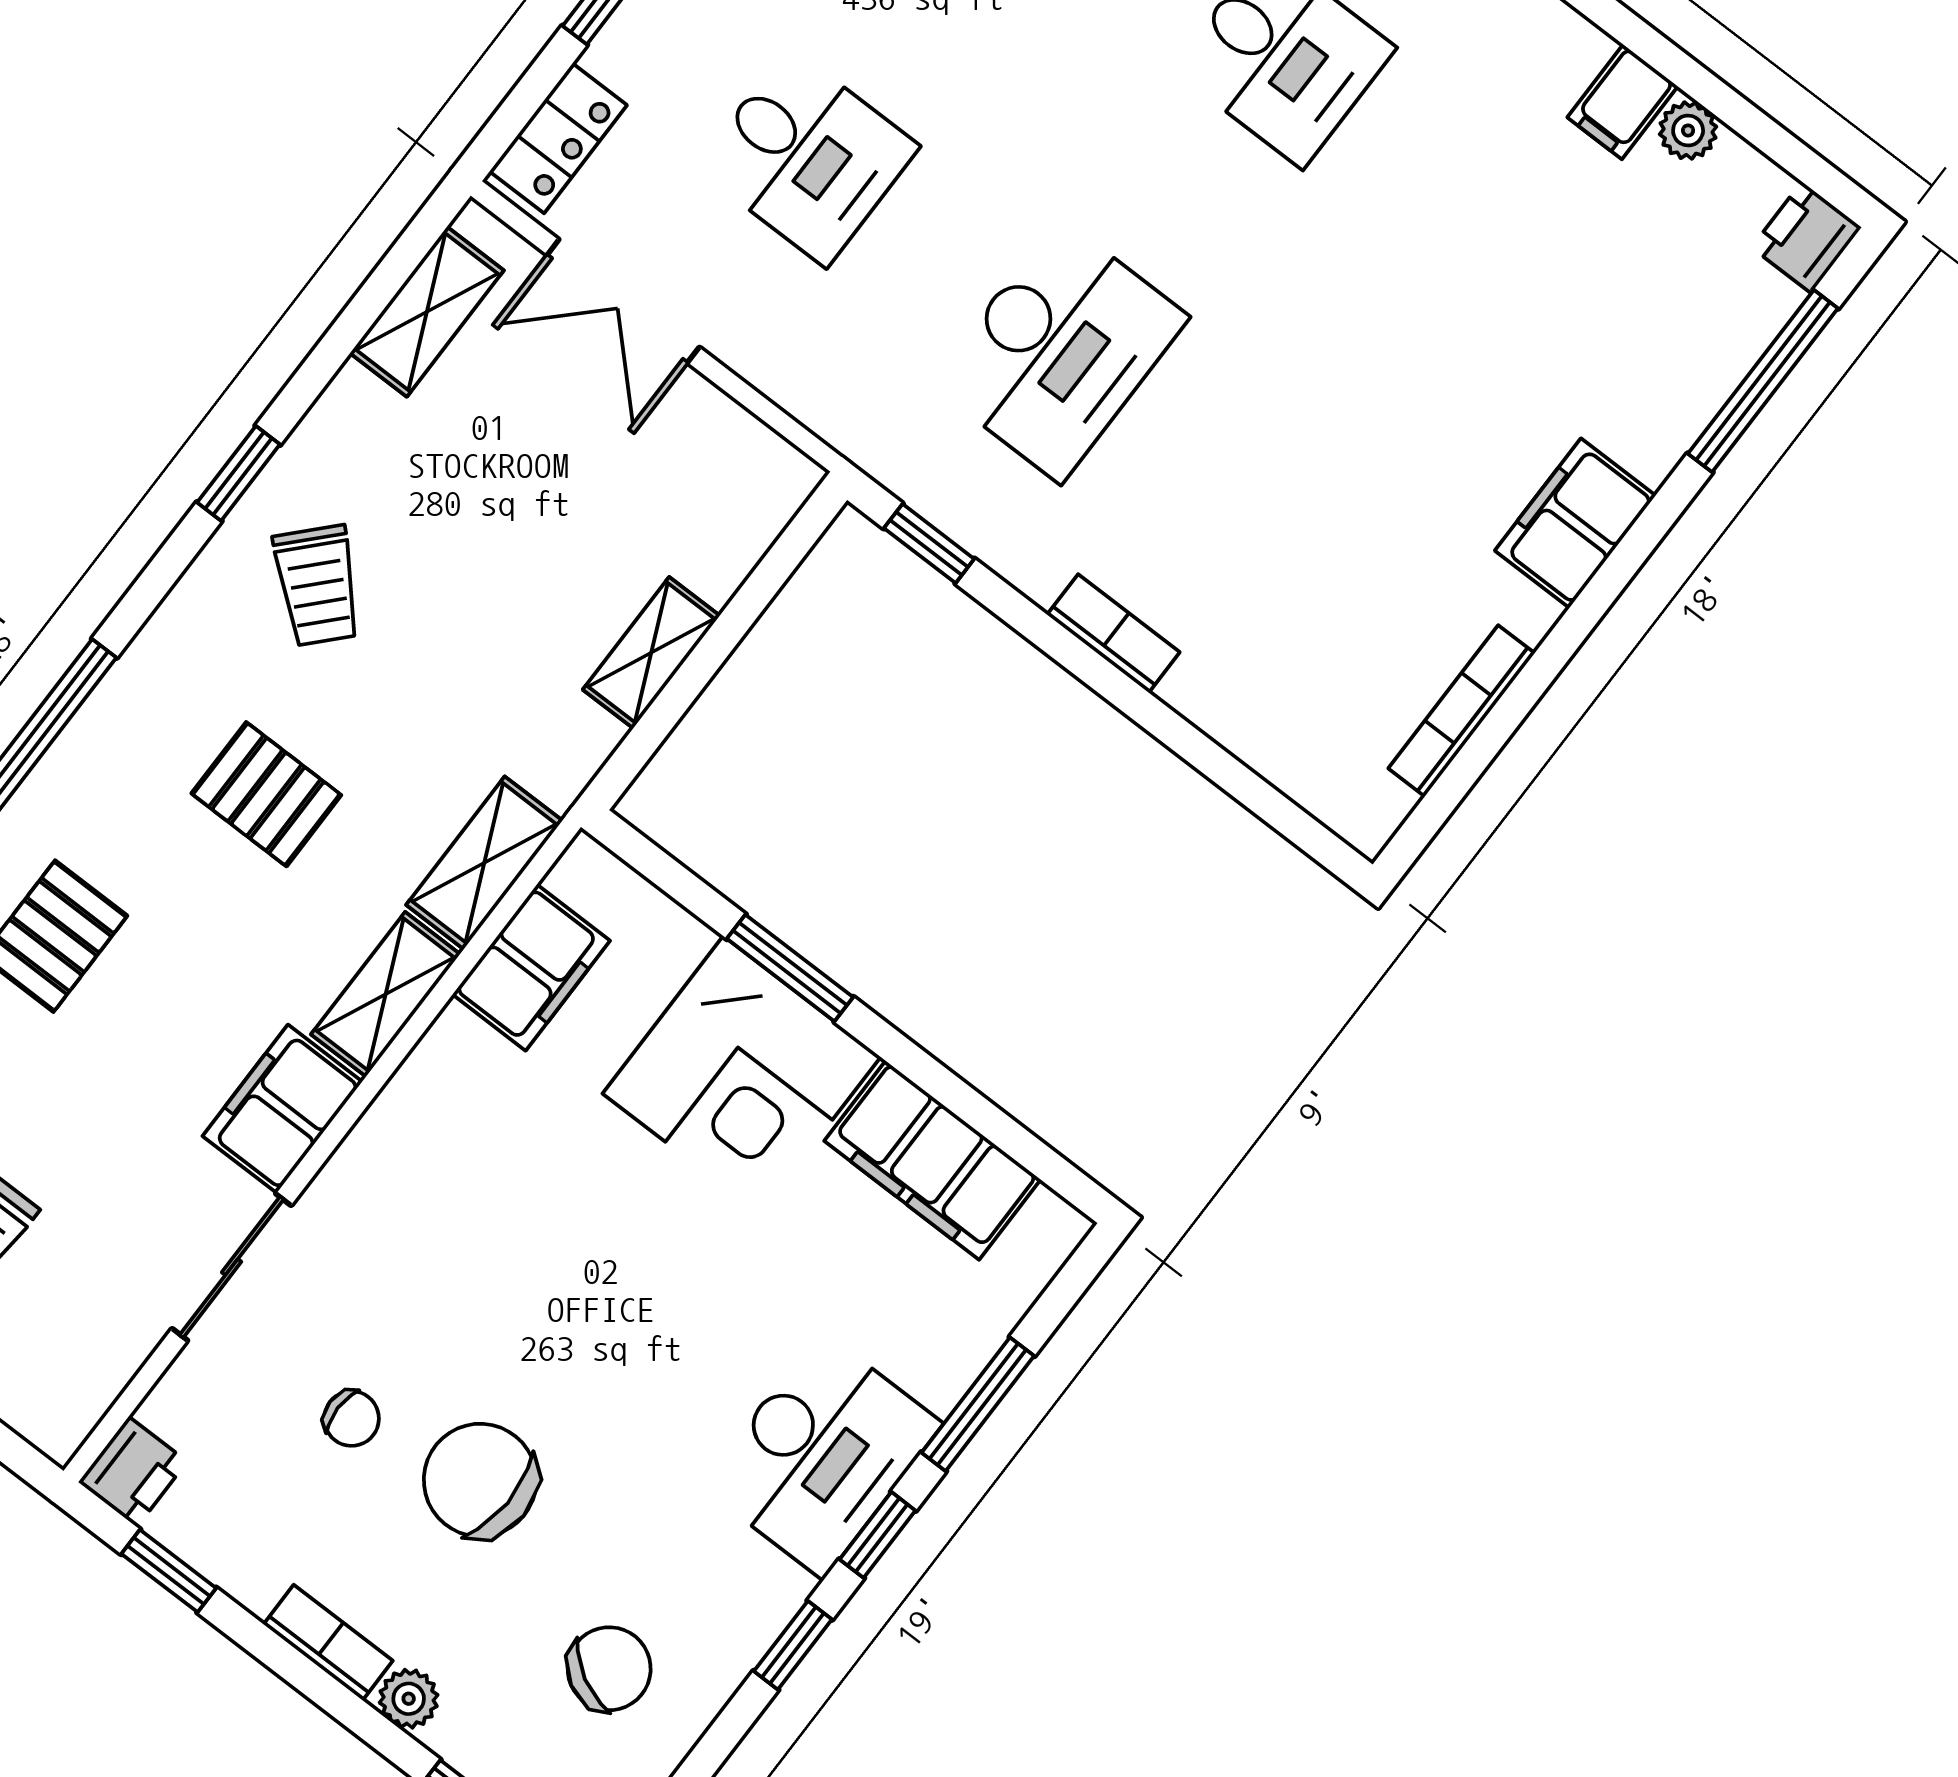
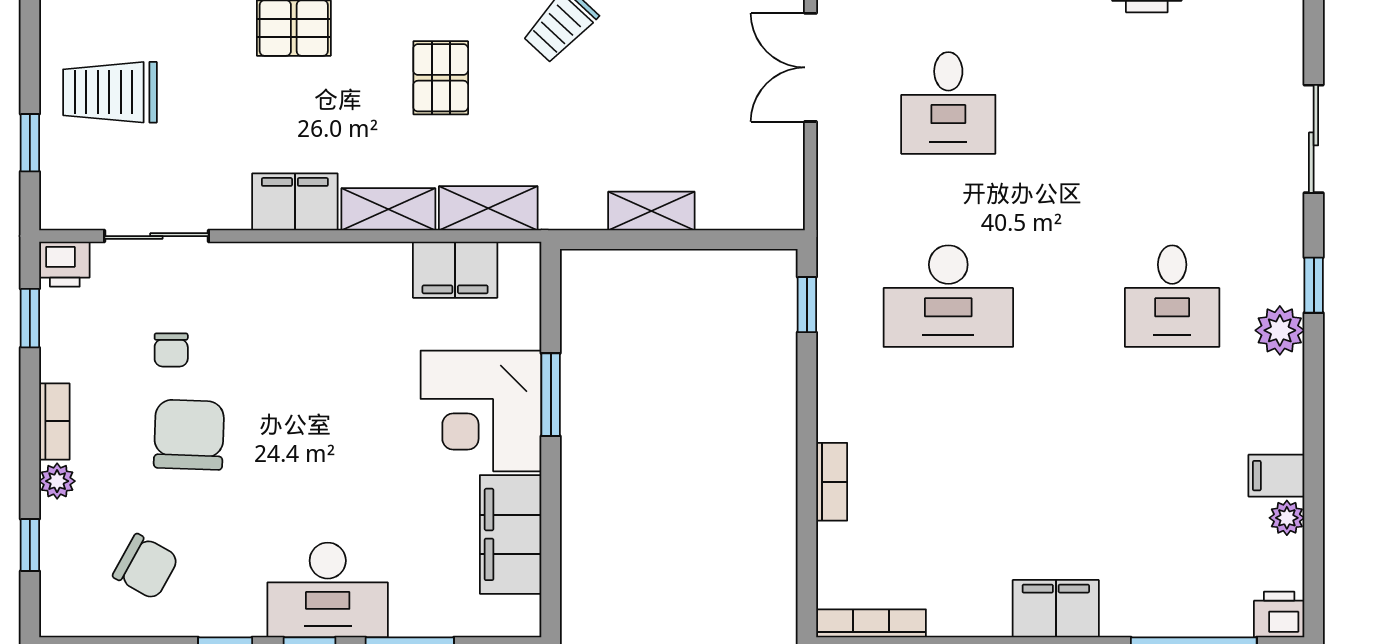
bookcase: (1113, 633) -> (832, 482), moved
bookcase: (1462, 711) -> (871, 623), moved
sliding door: (232, 1267) -> (156, 236), moved

